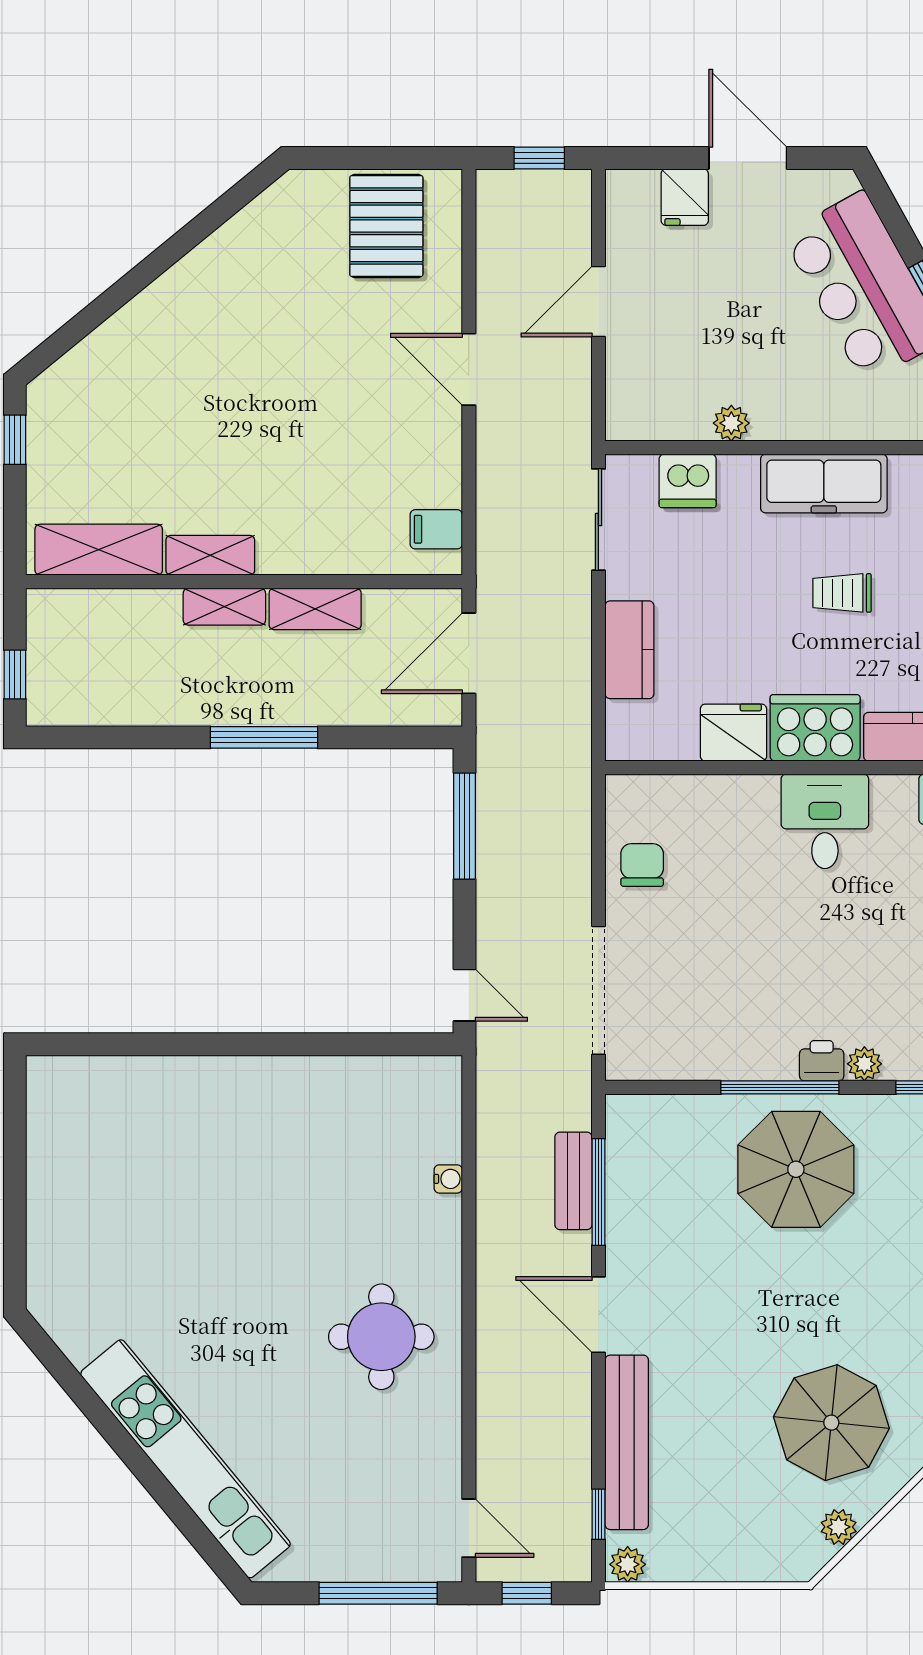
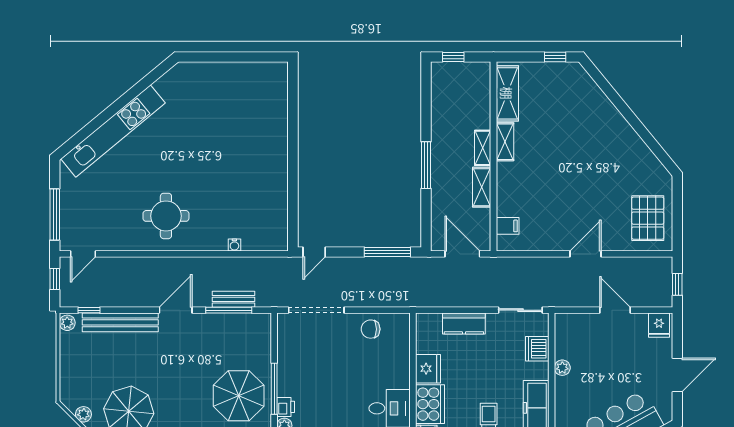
fridge: (685, 197) -> (659, 325), moved, turned -90
pallet: (386, 226) -> (648, 218), turned 90
filing cabinet: (436, 529) -> (508, 226), moved, turned 90
chair: (642, 865) -> (371, 329), turned 180

